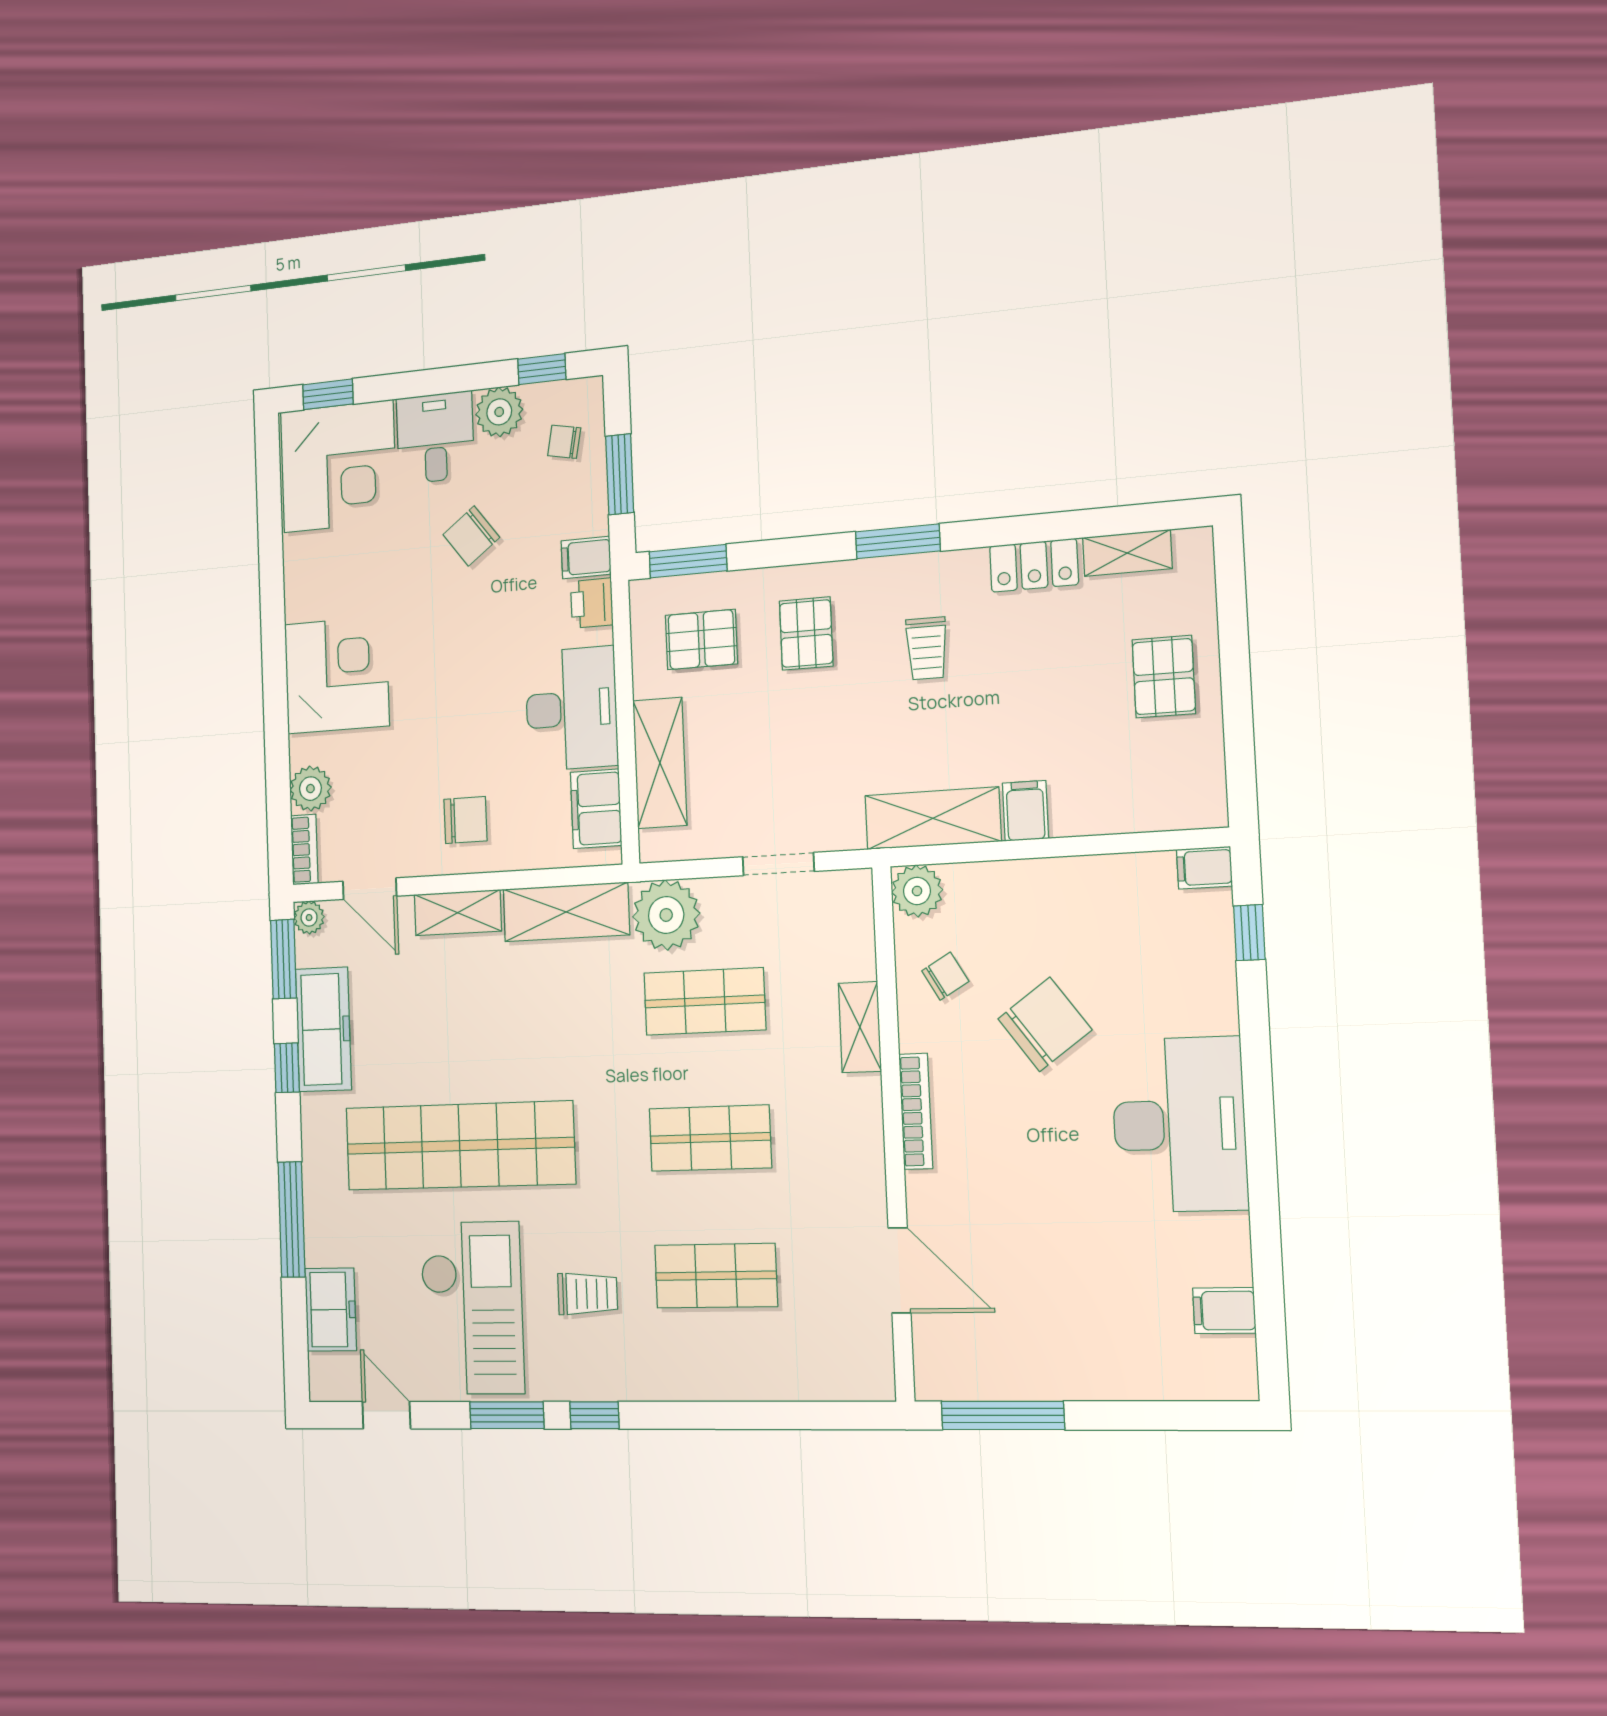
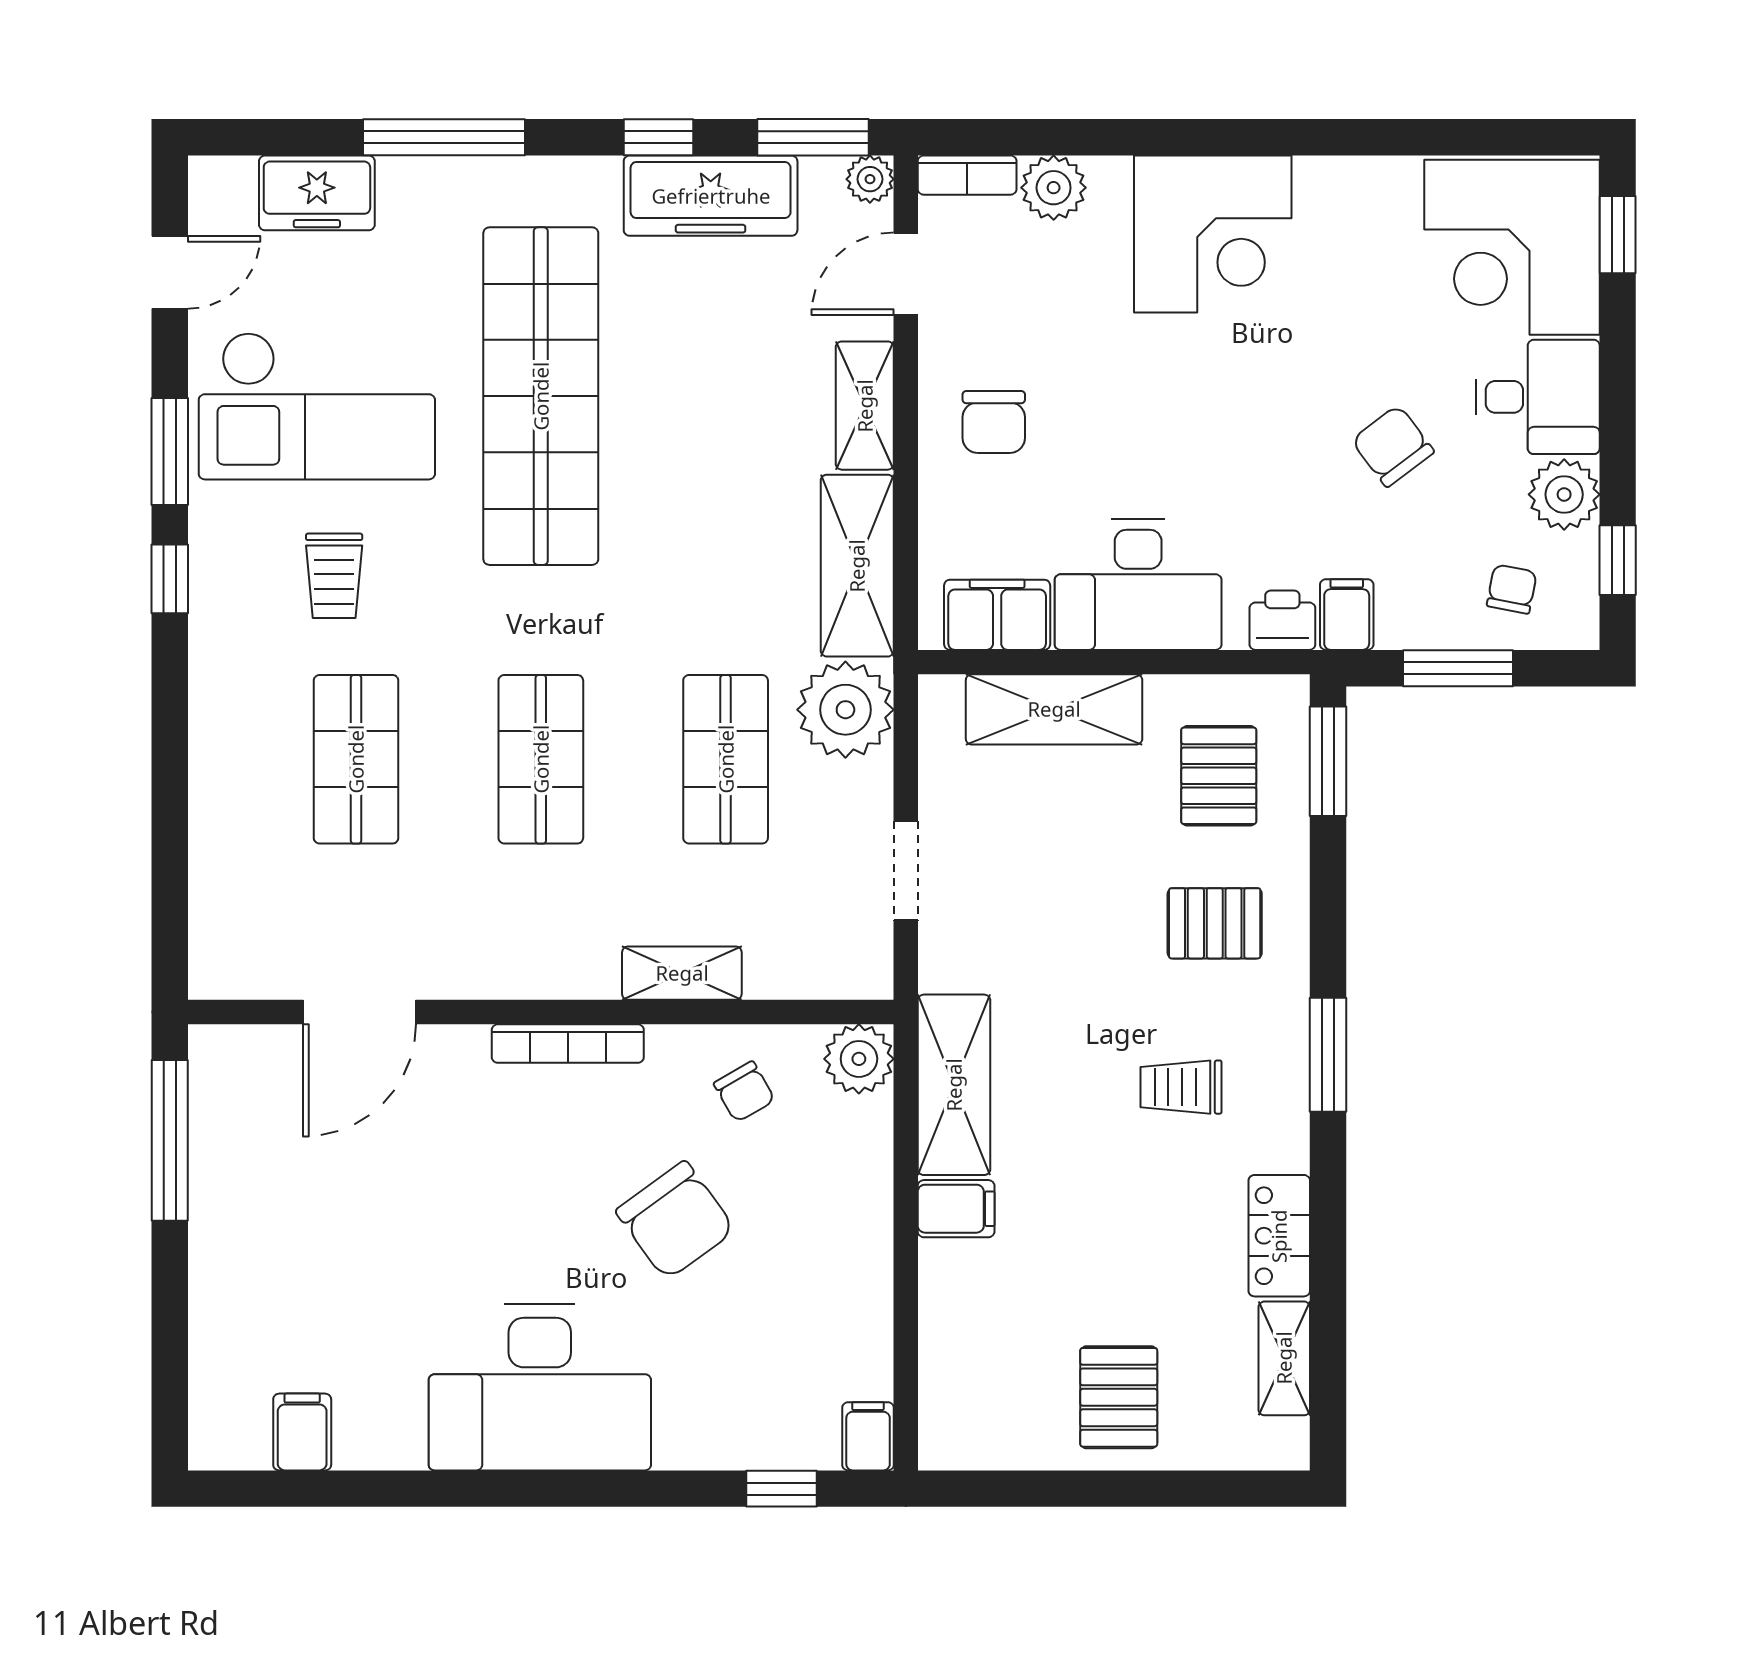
pallet: (1164, 677) -> (1119, 1397), turned 90

